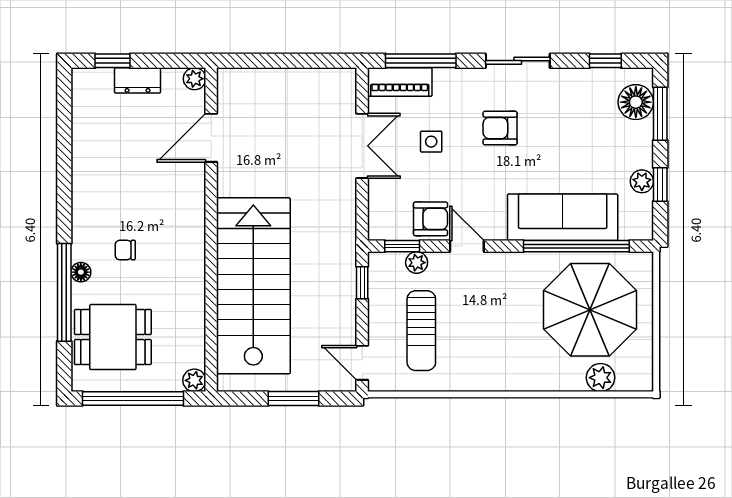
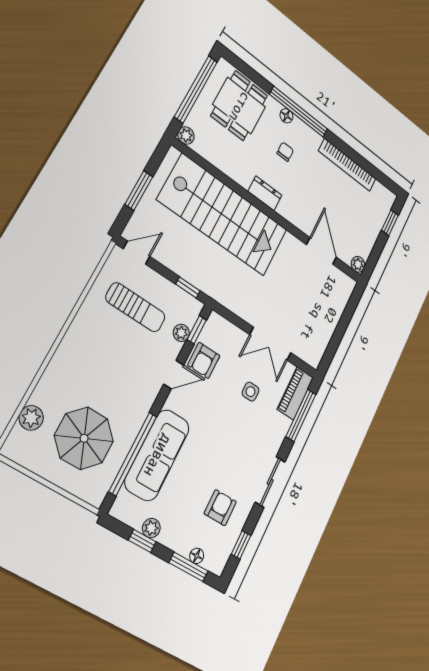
dresser: (138, 80) -> (265, 193), moved, turned 90
floor lamp: (636, 102) -> (197, 556), width x0.53, depth x0.53
armchair: (500, 128) -> (220, 508), moved
bookcase: (82, 159) -> (347, 165), added
window: (64, 292) -> (299, 112), moved
parasol: (590, 310) -> (84, 438), width x0.73, depth x0.73
sun lounger: (421, 331) -> (136, 307), turned 180

